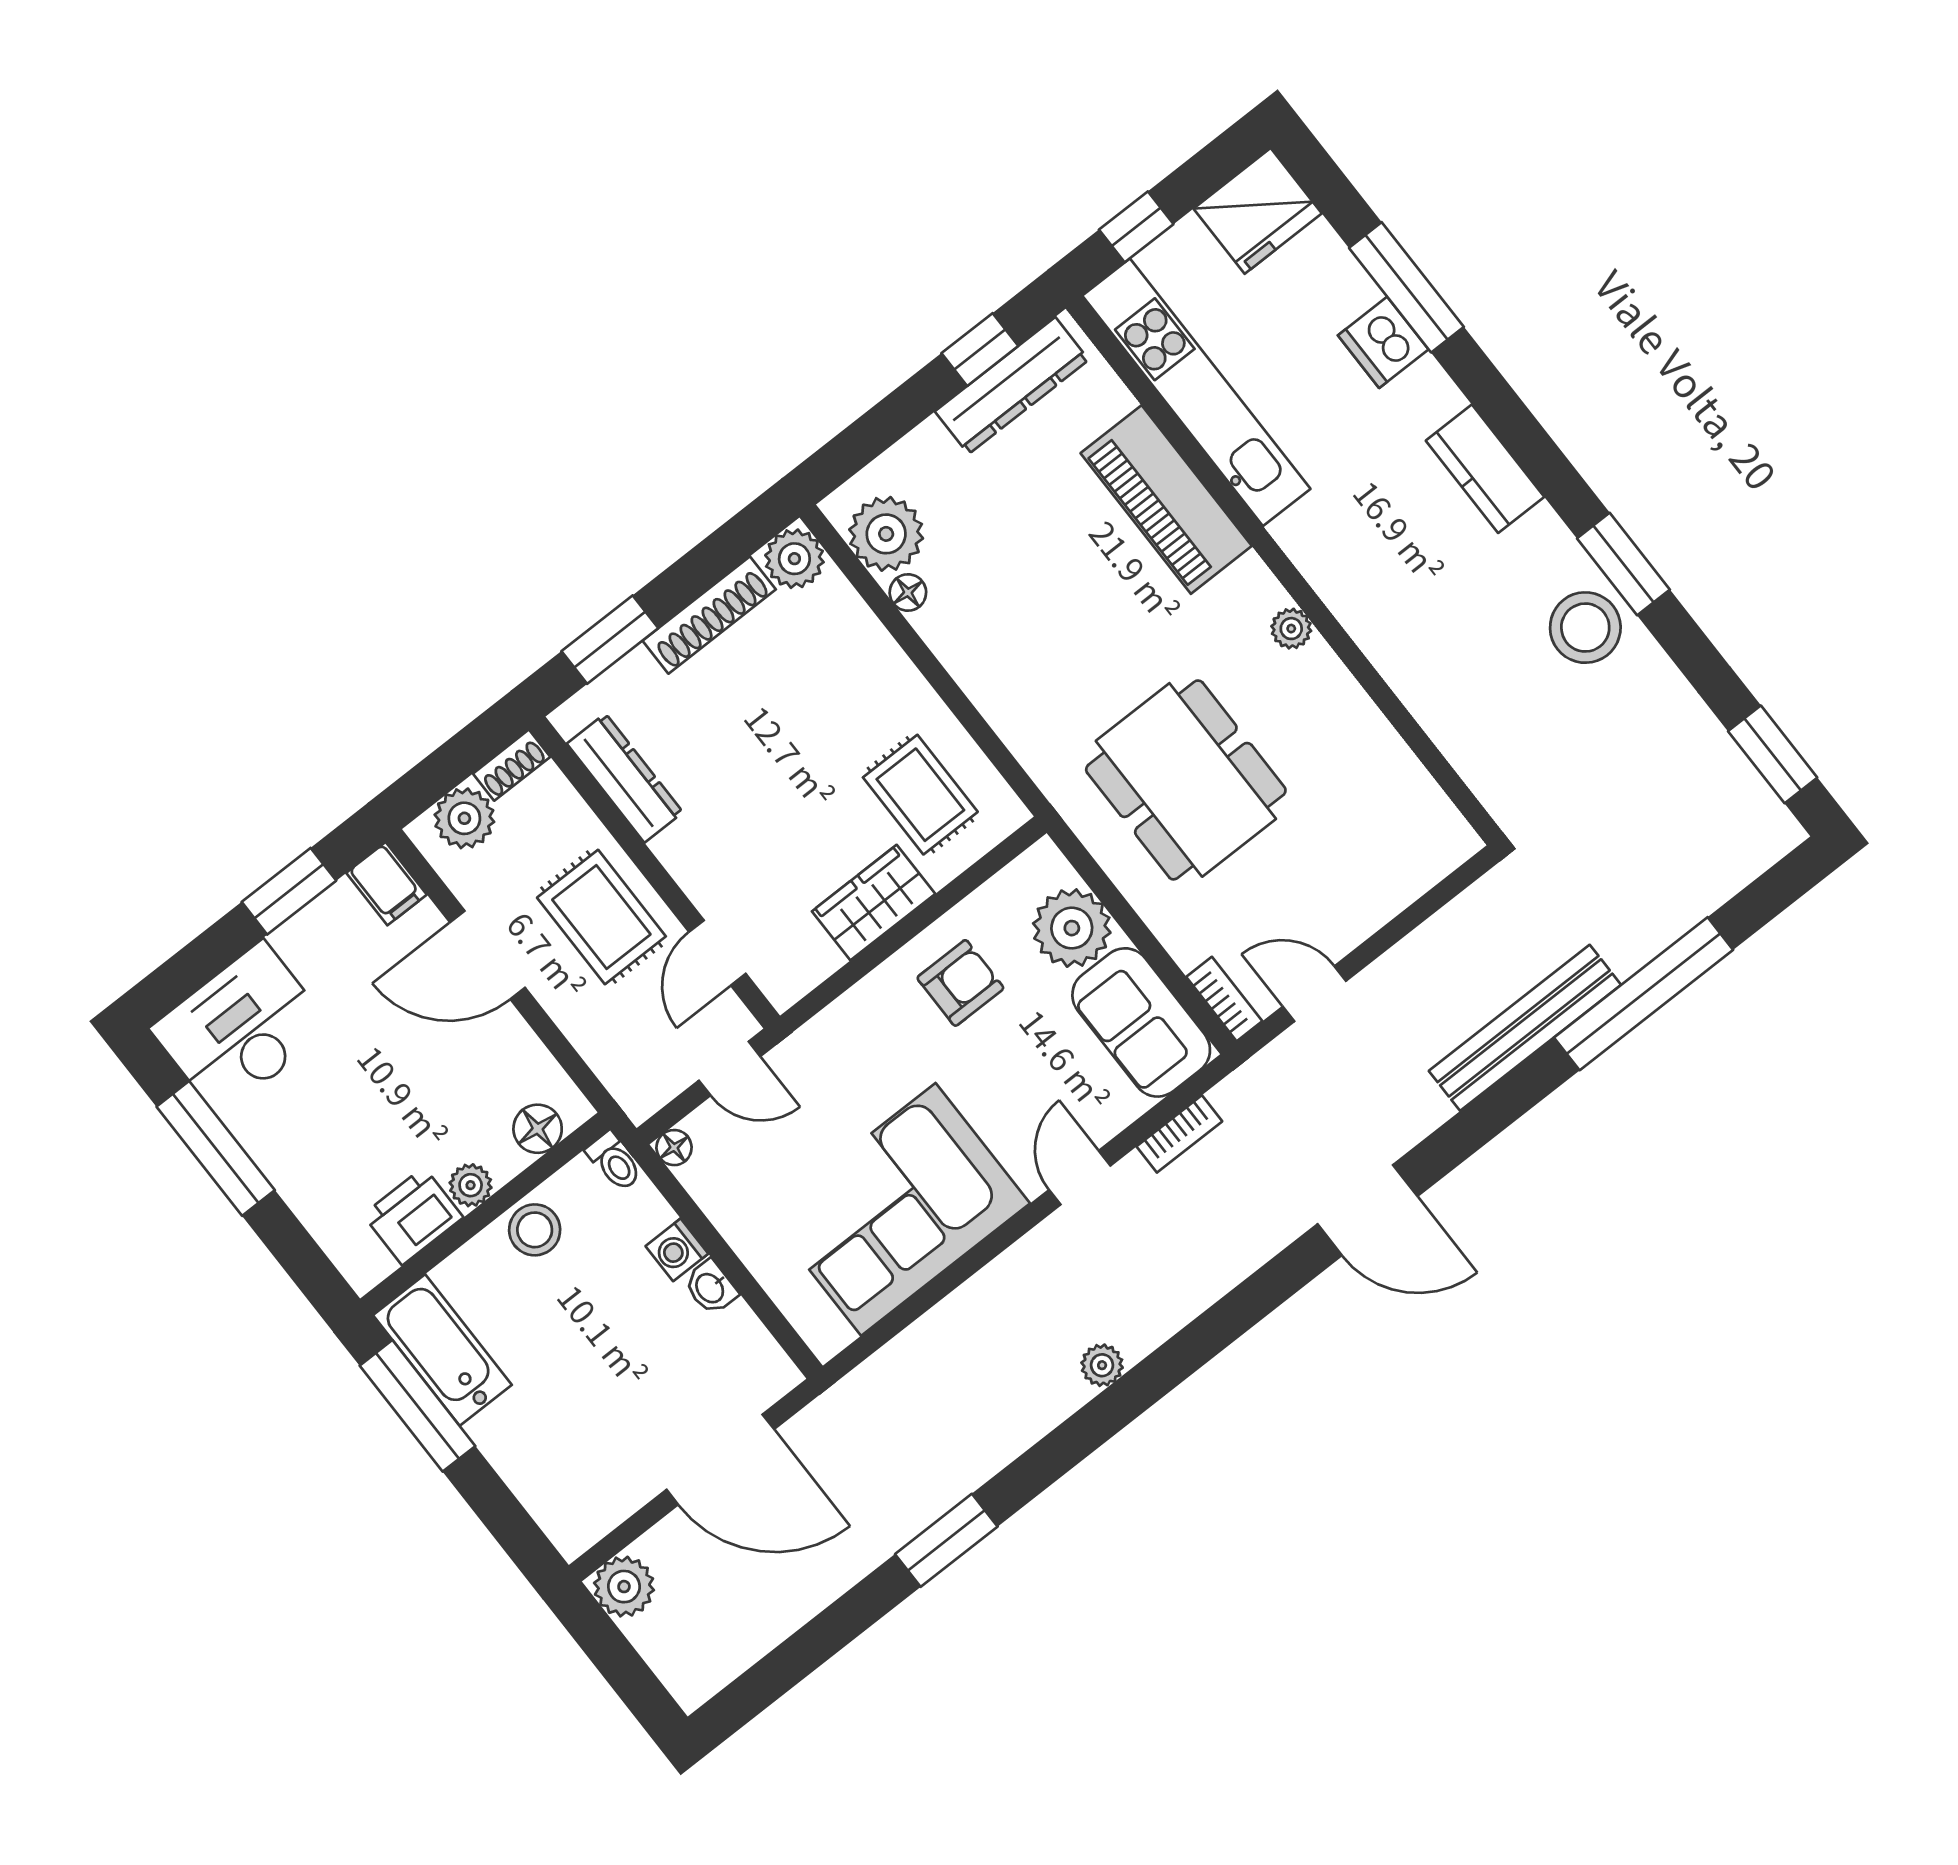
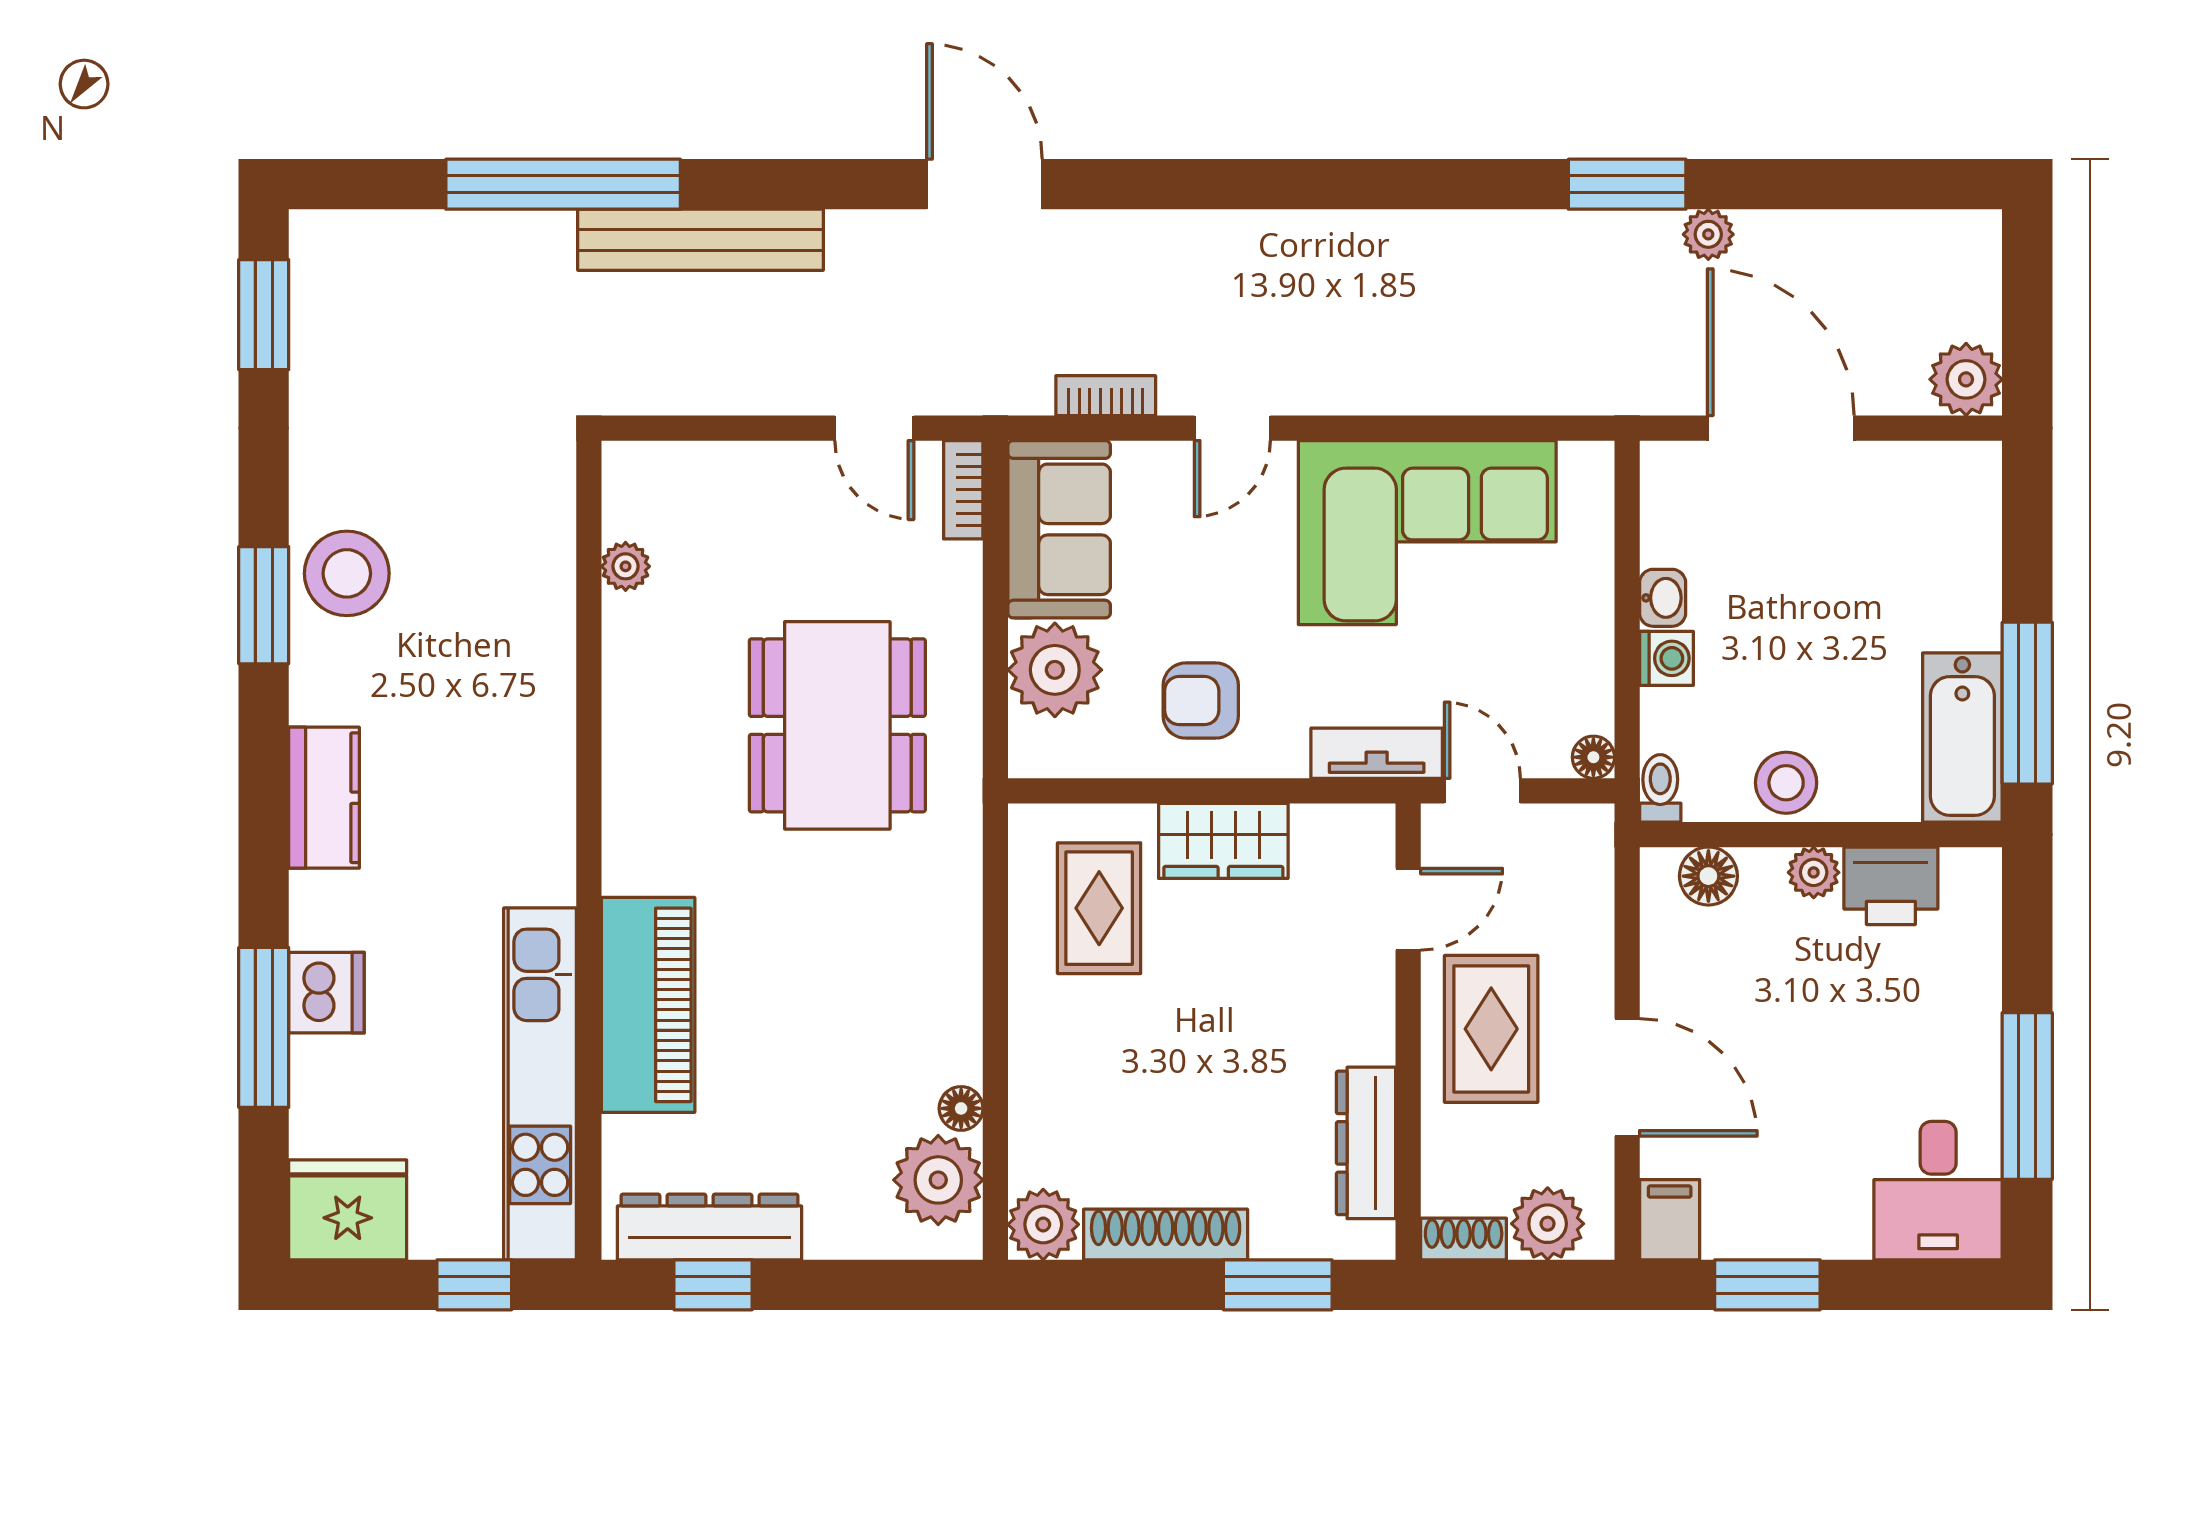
plant: (1291, 629) -> (626, 566), moved
desk: (241, 1028) -> (1938, 1191), width x0.73
tv unit: (818, 1039) -> (1377, 753), added
plant: (1102, 1365) -> (1708, 234), moved

